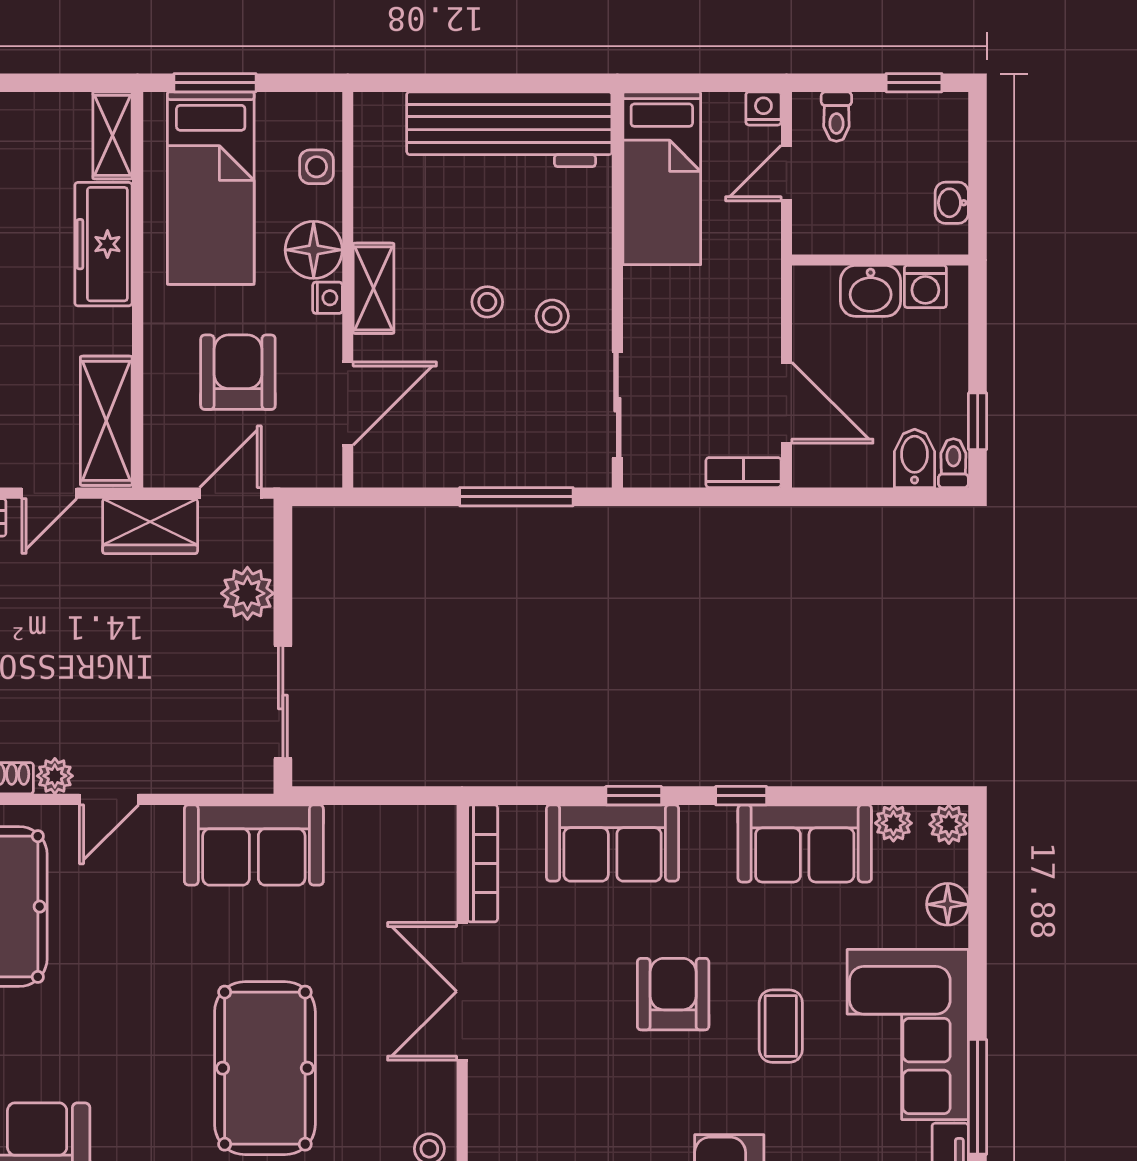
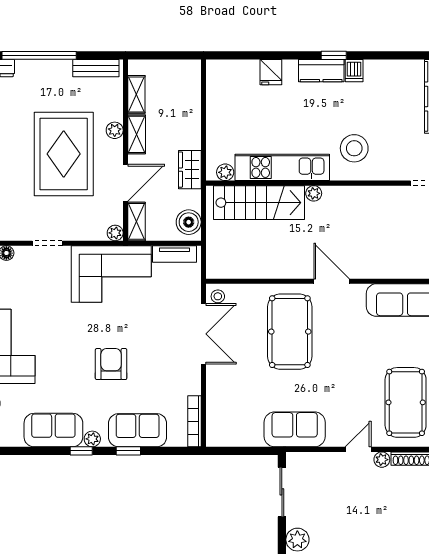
plant: (893, 823) -> (92, 439), moved
double door: (462, 991) -> (203, 334), moved
armchair: (673, 994) -> (111, 364), turned 180
coffee table: (781, 1026) -> (64, 350), removed

